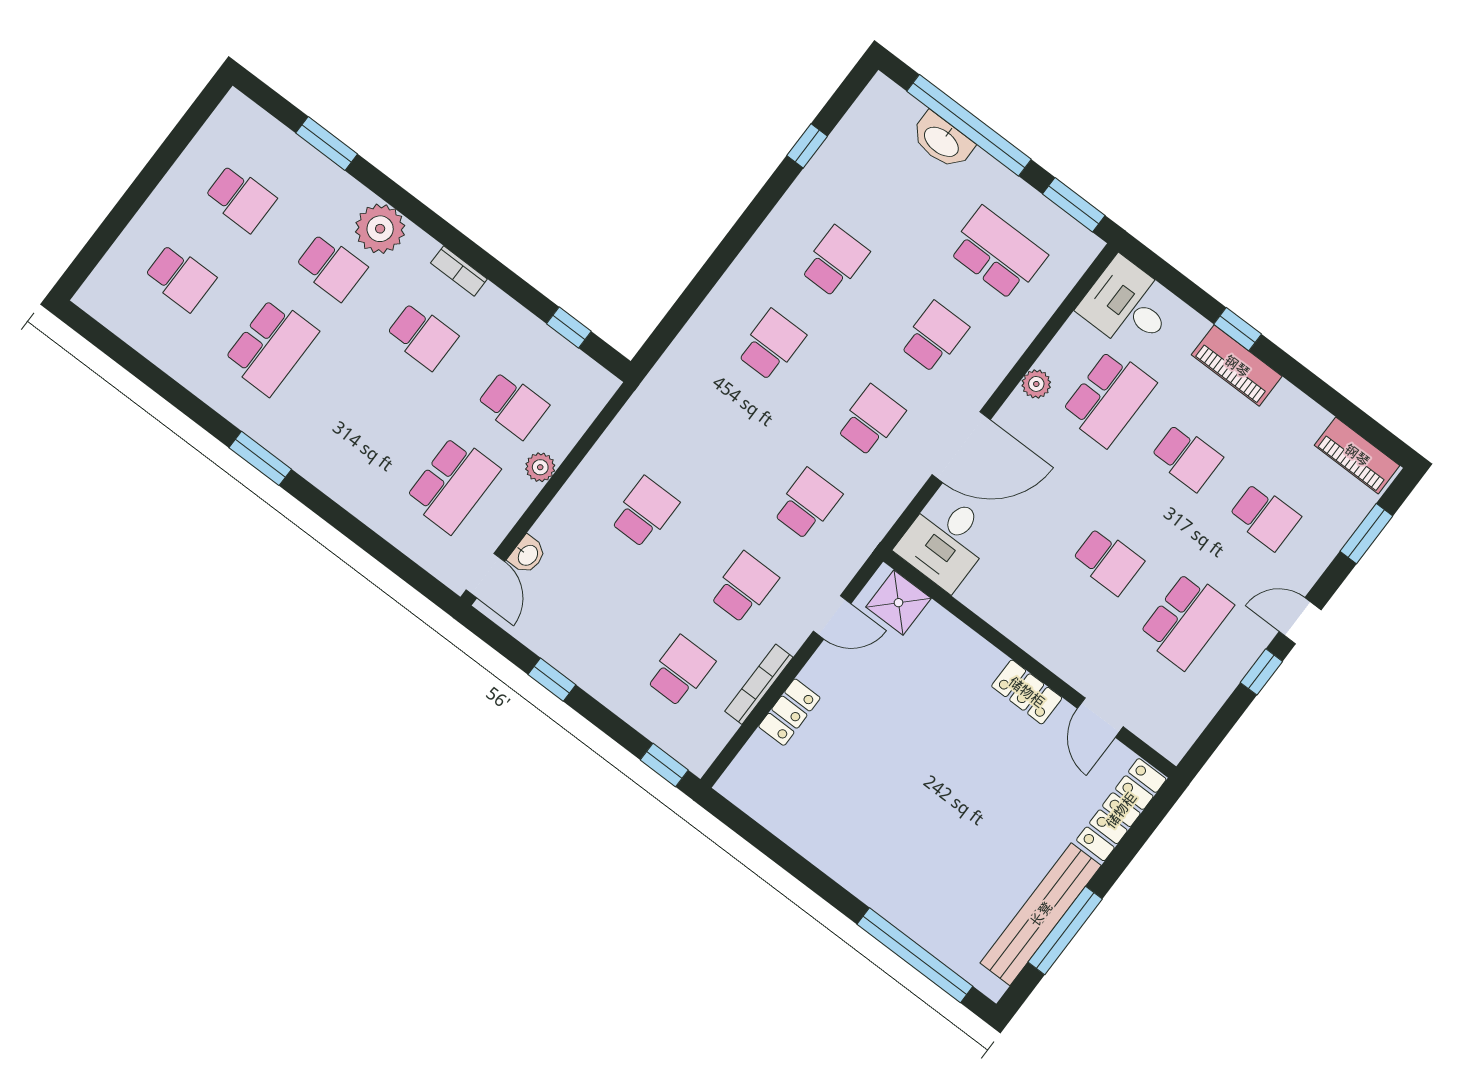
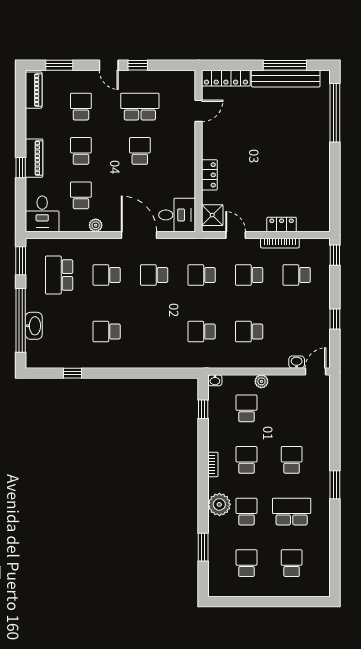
school desk: (771, 345) -> (202, 332), moved
washbasin: (604, 387) -> (215, 380), added
school desk: (1109, 398) -> (81, 195), width x0.54
school desk: (453, 484) -> (292, 460), moved, width x0.54
locker: (1027, 692) -> (209, 175), moved

